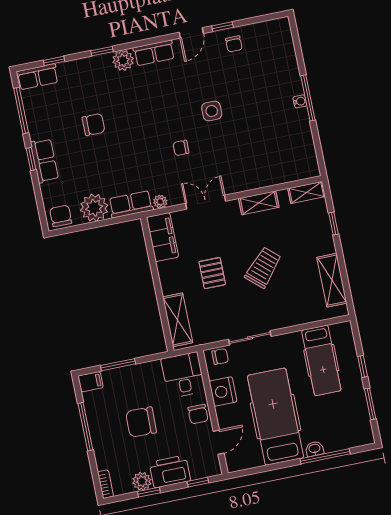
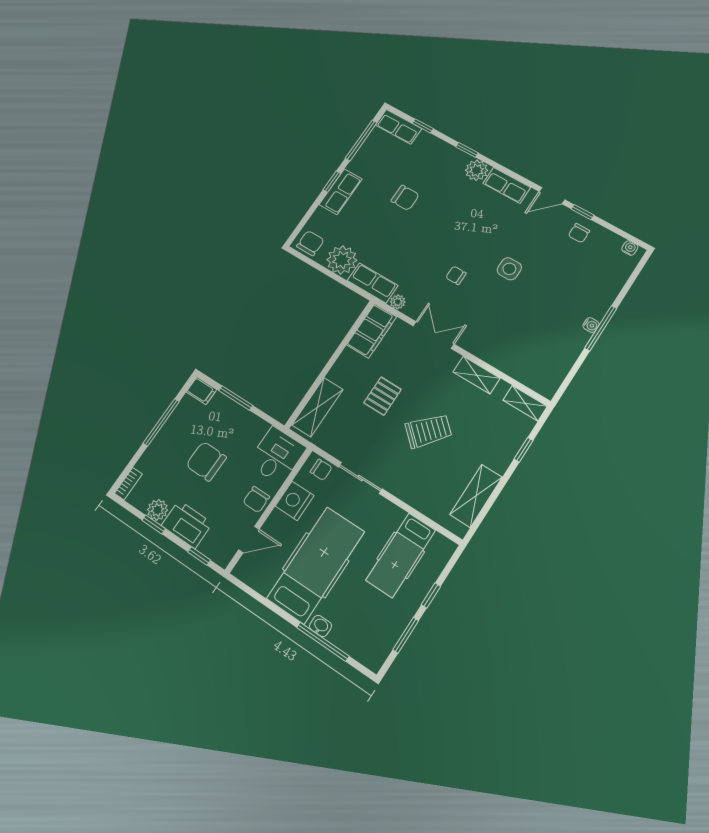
water cooler: (276, 24) -> (630, 248), added

